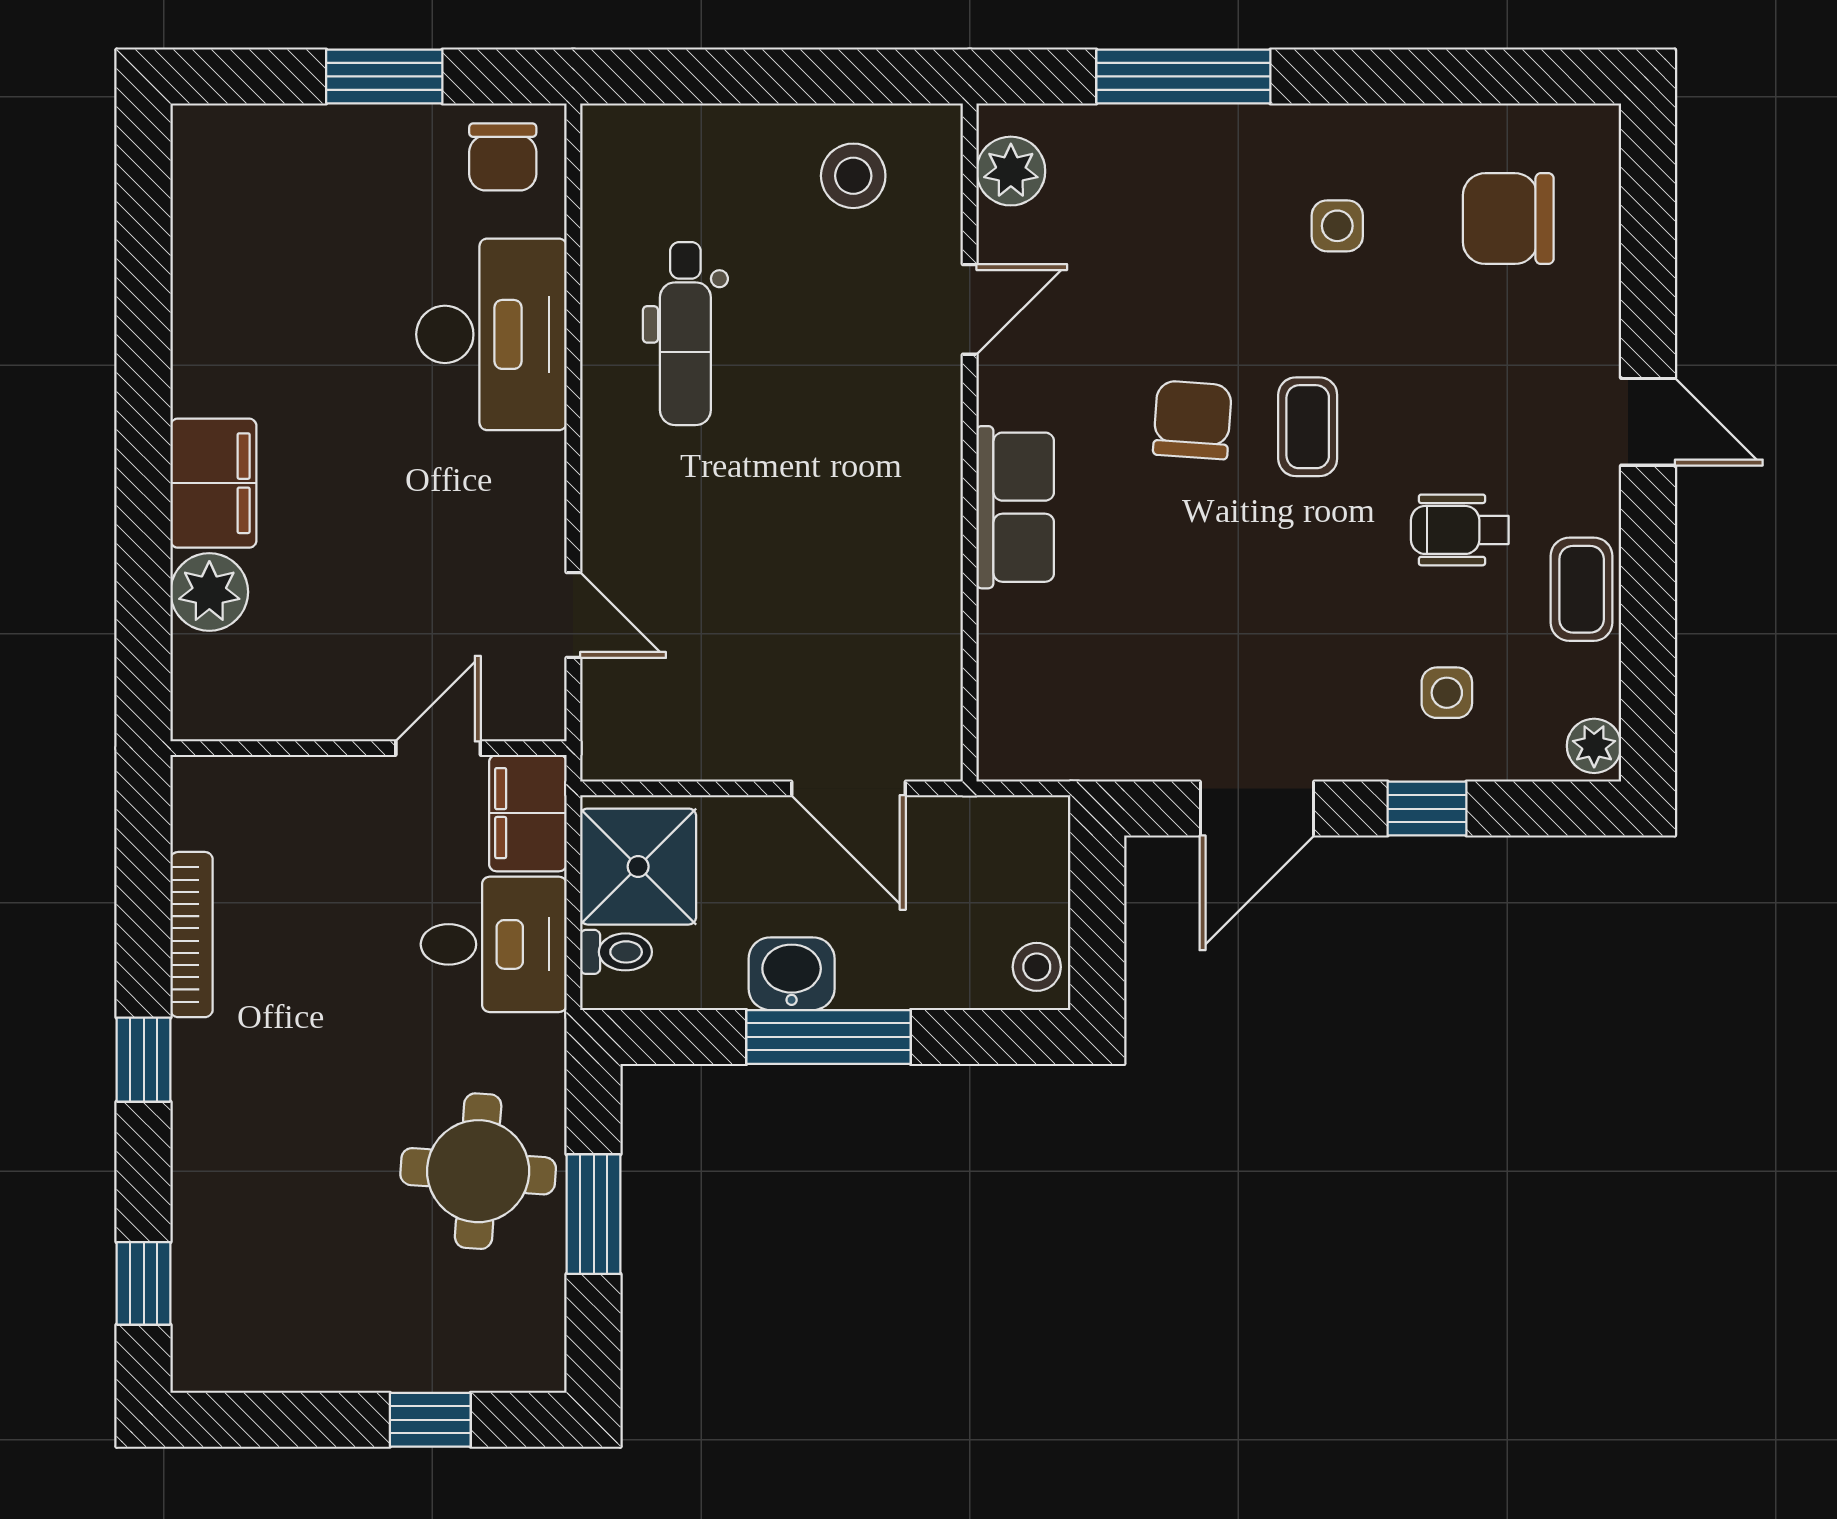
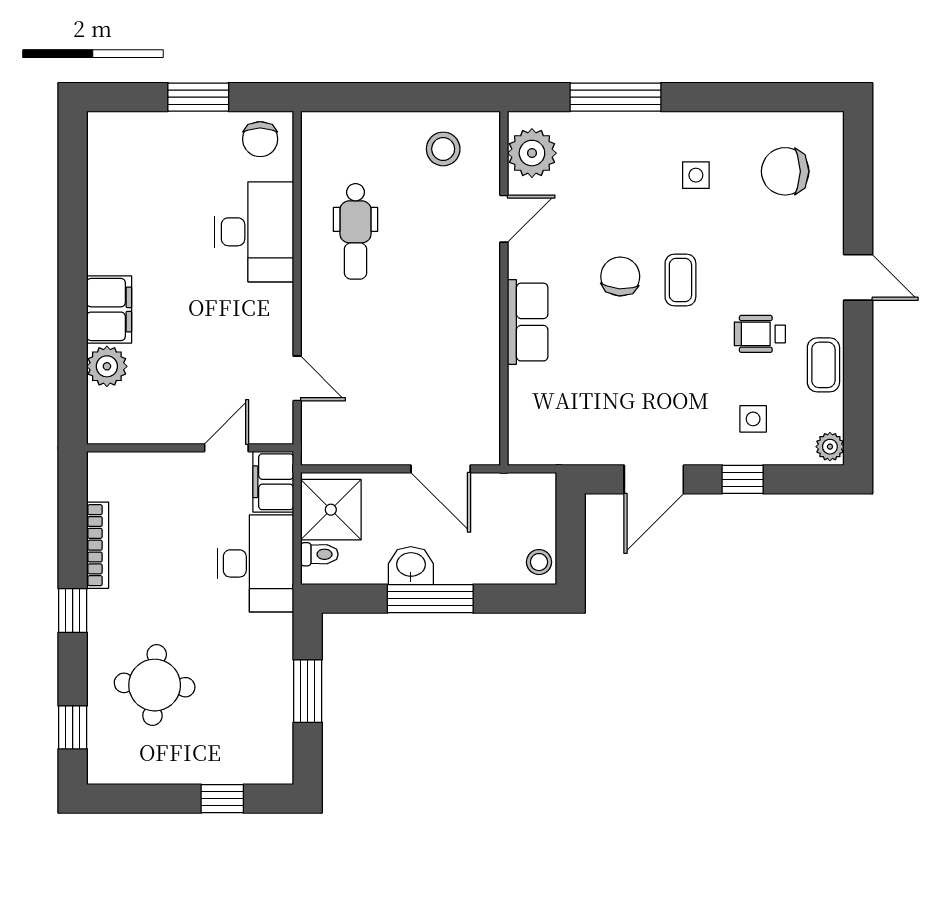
plant: (1011, 171) -> (532, 153), width x1.36, depth x1.36
desk: (494, 944) -> (255, 563), width x1.37
round table: (478, 1171) -> (155, 685), moved

